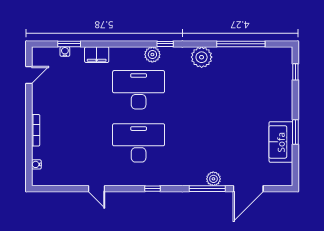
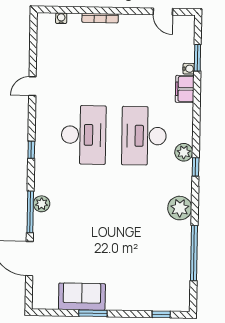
water cooler: (65, 52) -> (189, 69), moved
desk: (139, 90) -> (144, 136), turned 180
plant: (213, 179) -> (42, 204), moved

